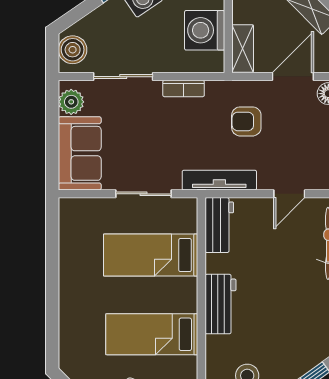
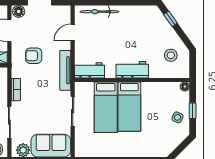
armchair: (246, 121) -> (34, 56), turned 90
door: (289, 194) -> (73, 33), swing flipped
bed: (152, 334) -> (129, 107), moved

